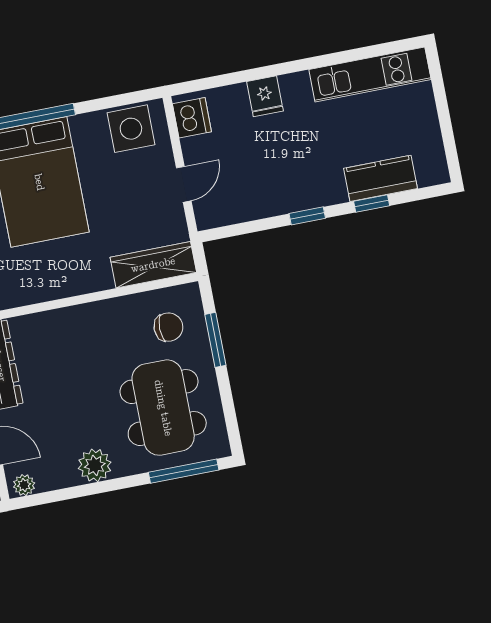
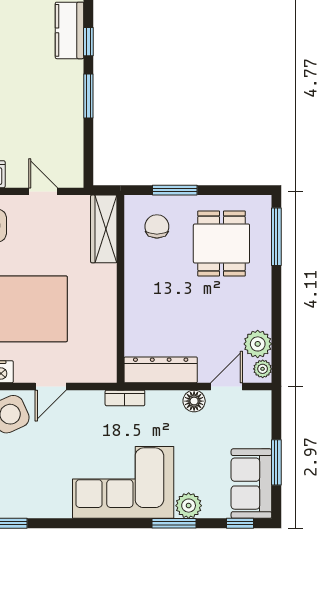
window: (307, 216) -> (88, 96), width x1.50
dining table: (163, 408) -> (221, 244), width x0.73
plant: (95, 465) -> (258, 344), moved

